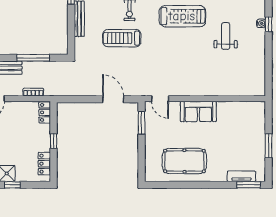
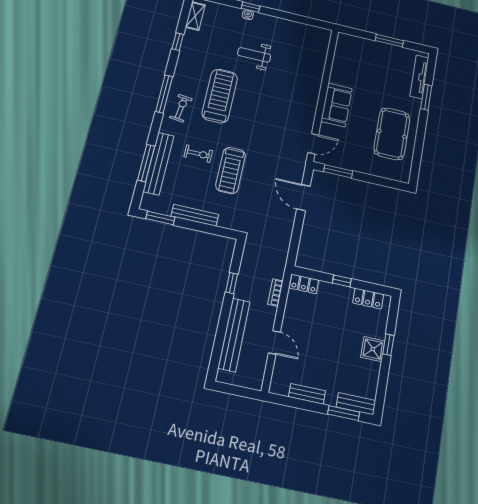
window: (33, 58) -> (232, 283), width x0.46
door: (113, 99) -> (304, 198), hinge flipped
tv unit: (241, 176) -> (419, 77), width x1.41
window: (249, 185) -> (426, 97), moved

